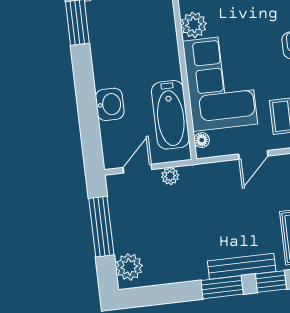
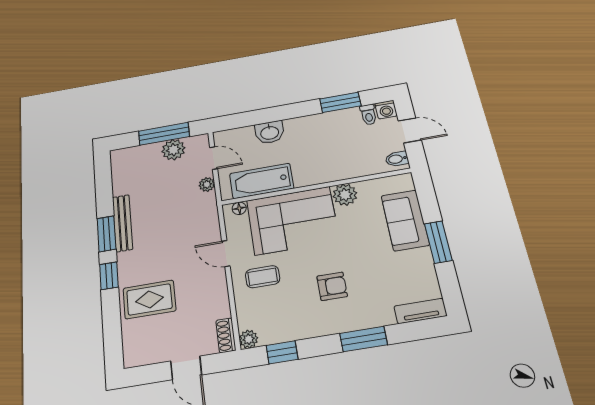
bench: (242, 266) -> (122, 223), moved
plant: (129, 267) -> (173, 150), moved

